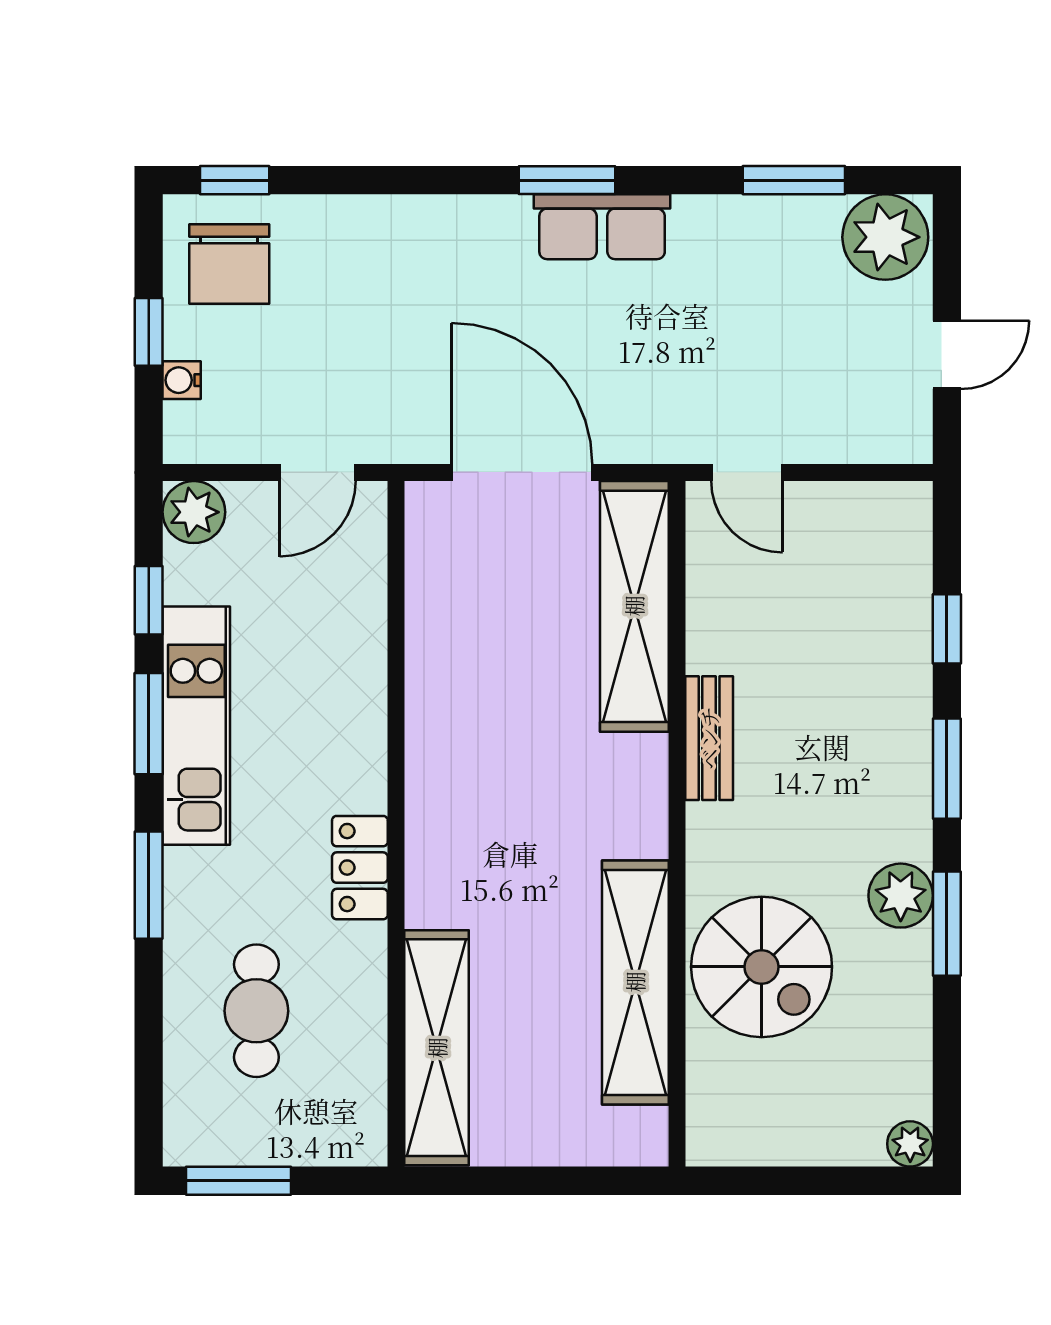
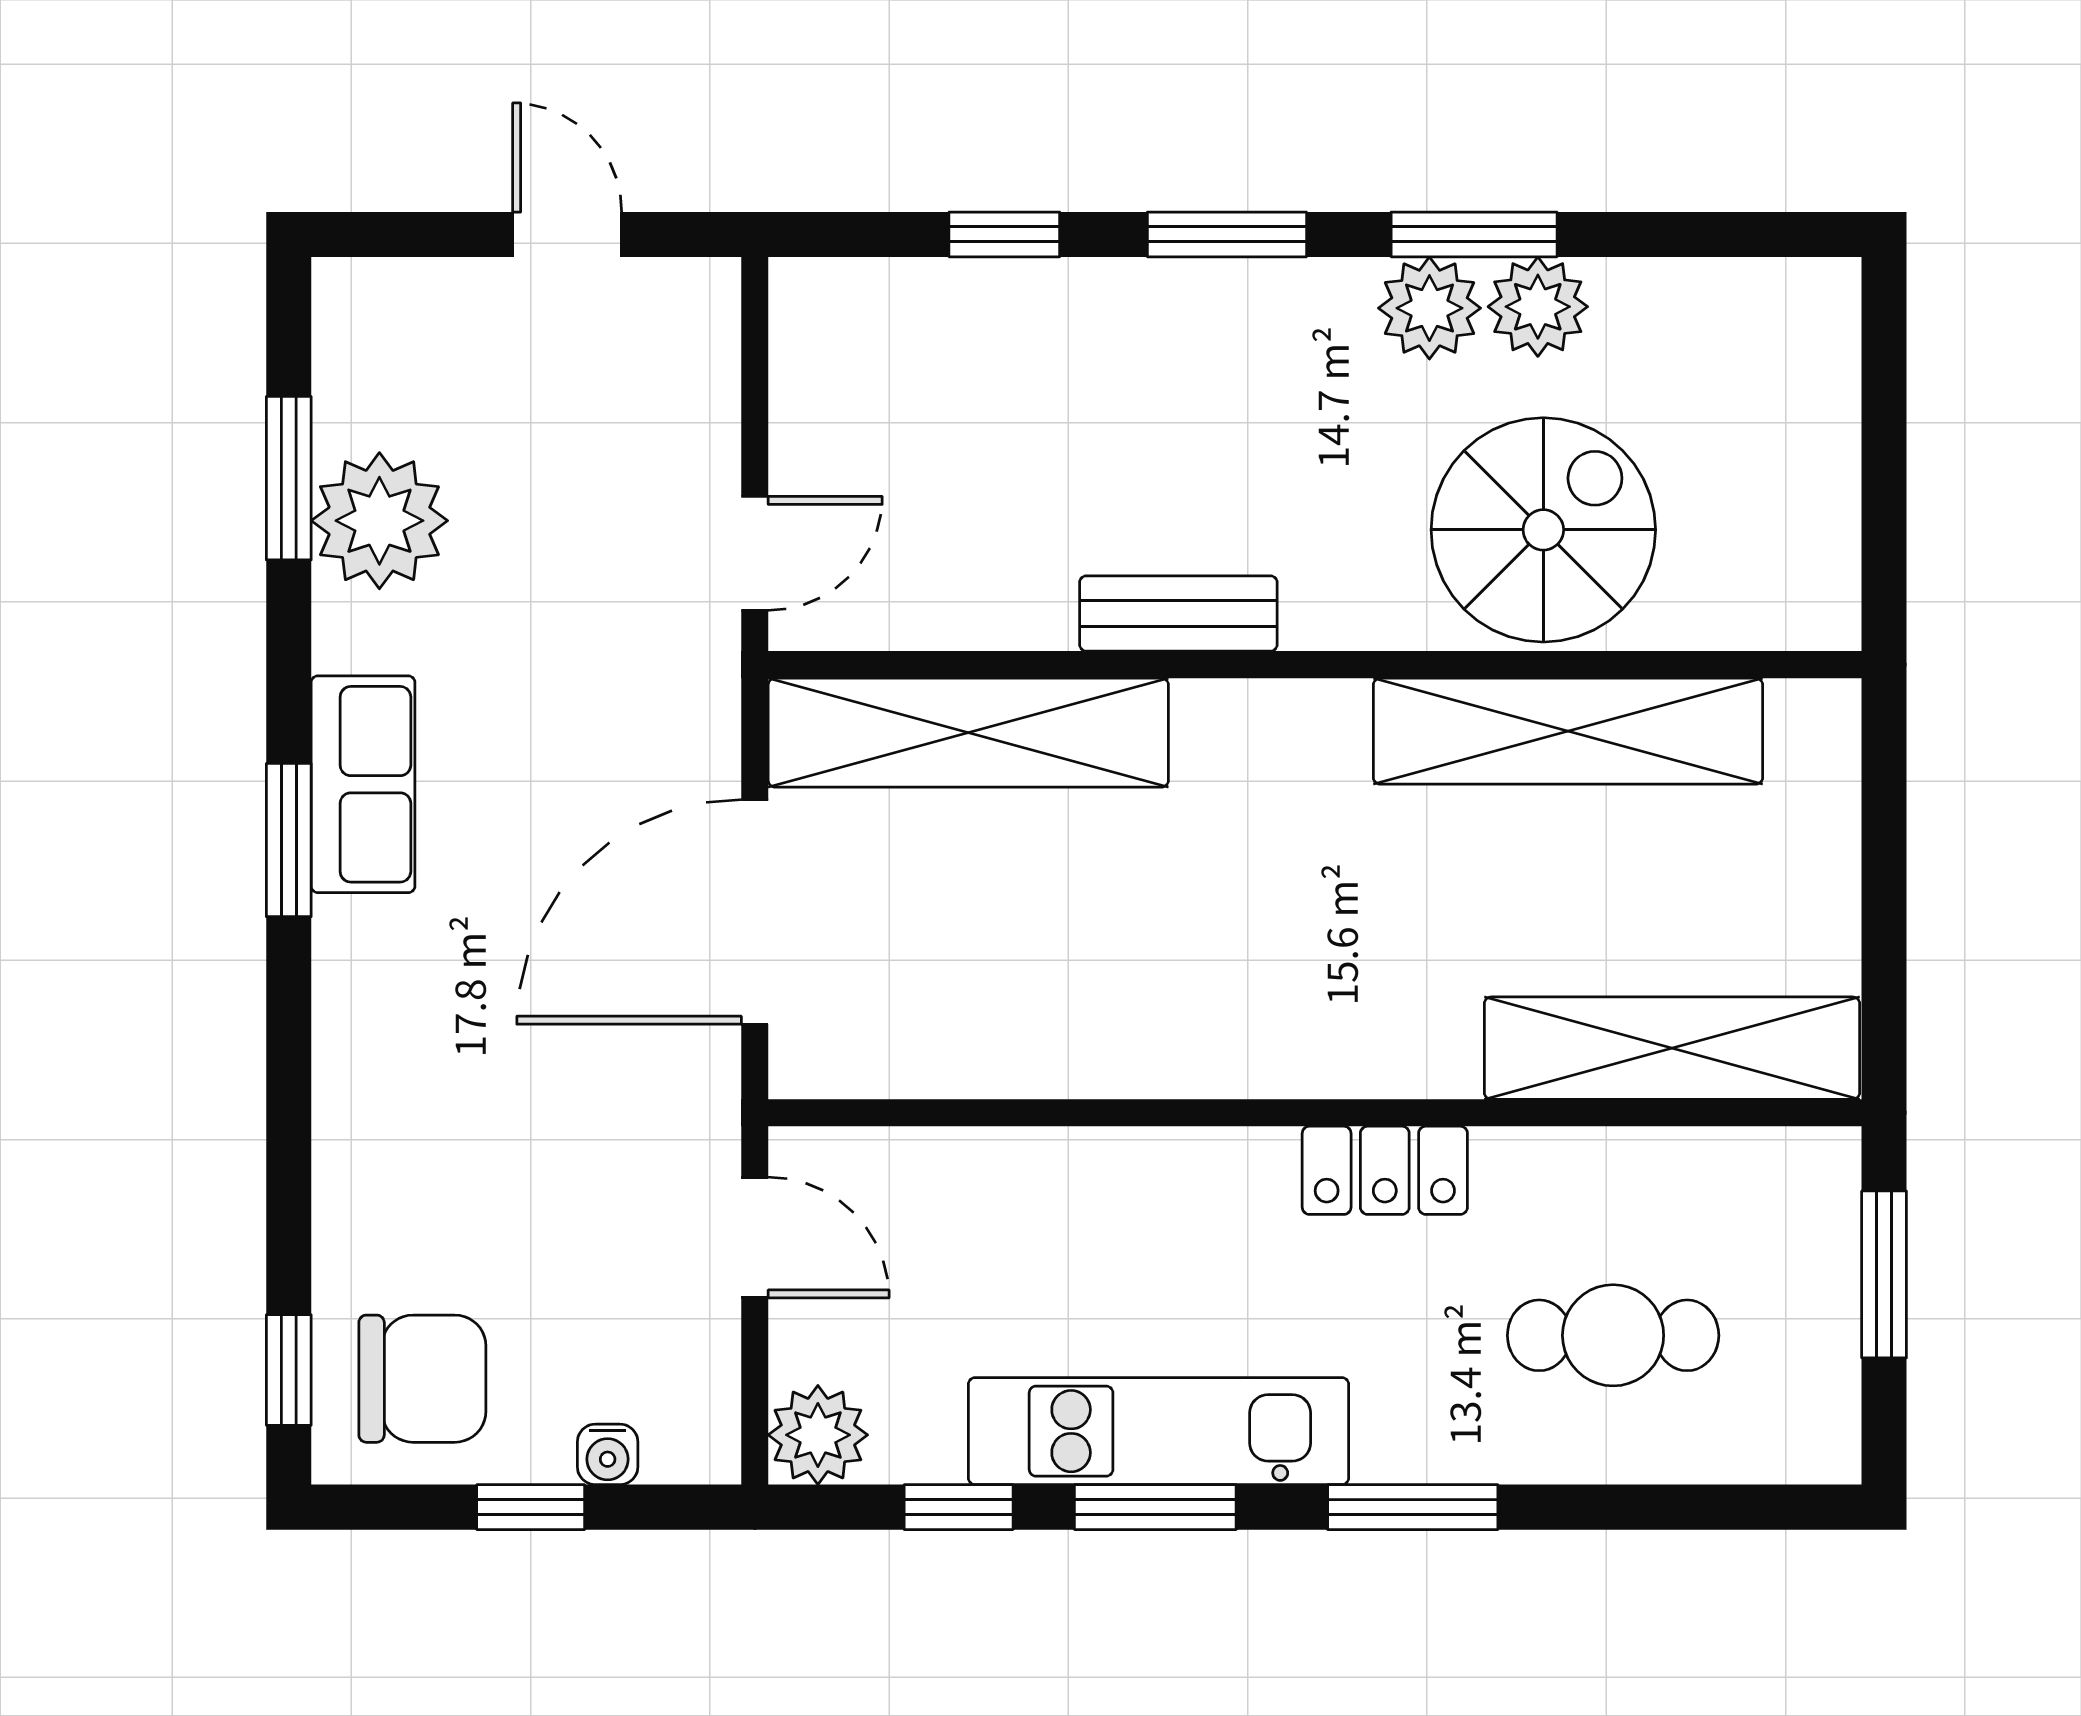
plant: (885, 237) -> (379, 521), moved
plant: (910, 1144) -> (1538, 307), moved, width x1.38, depth x1.38
window: (238, 1181) -> (1884, 1274), moved

